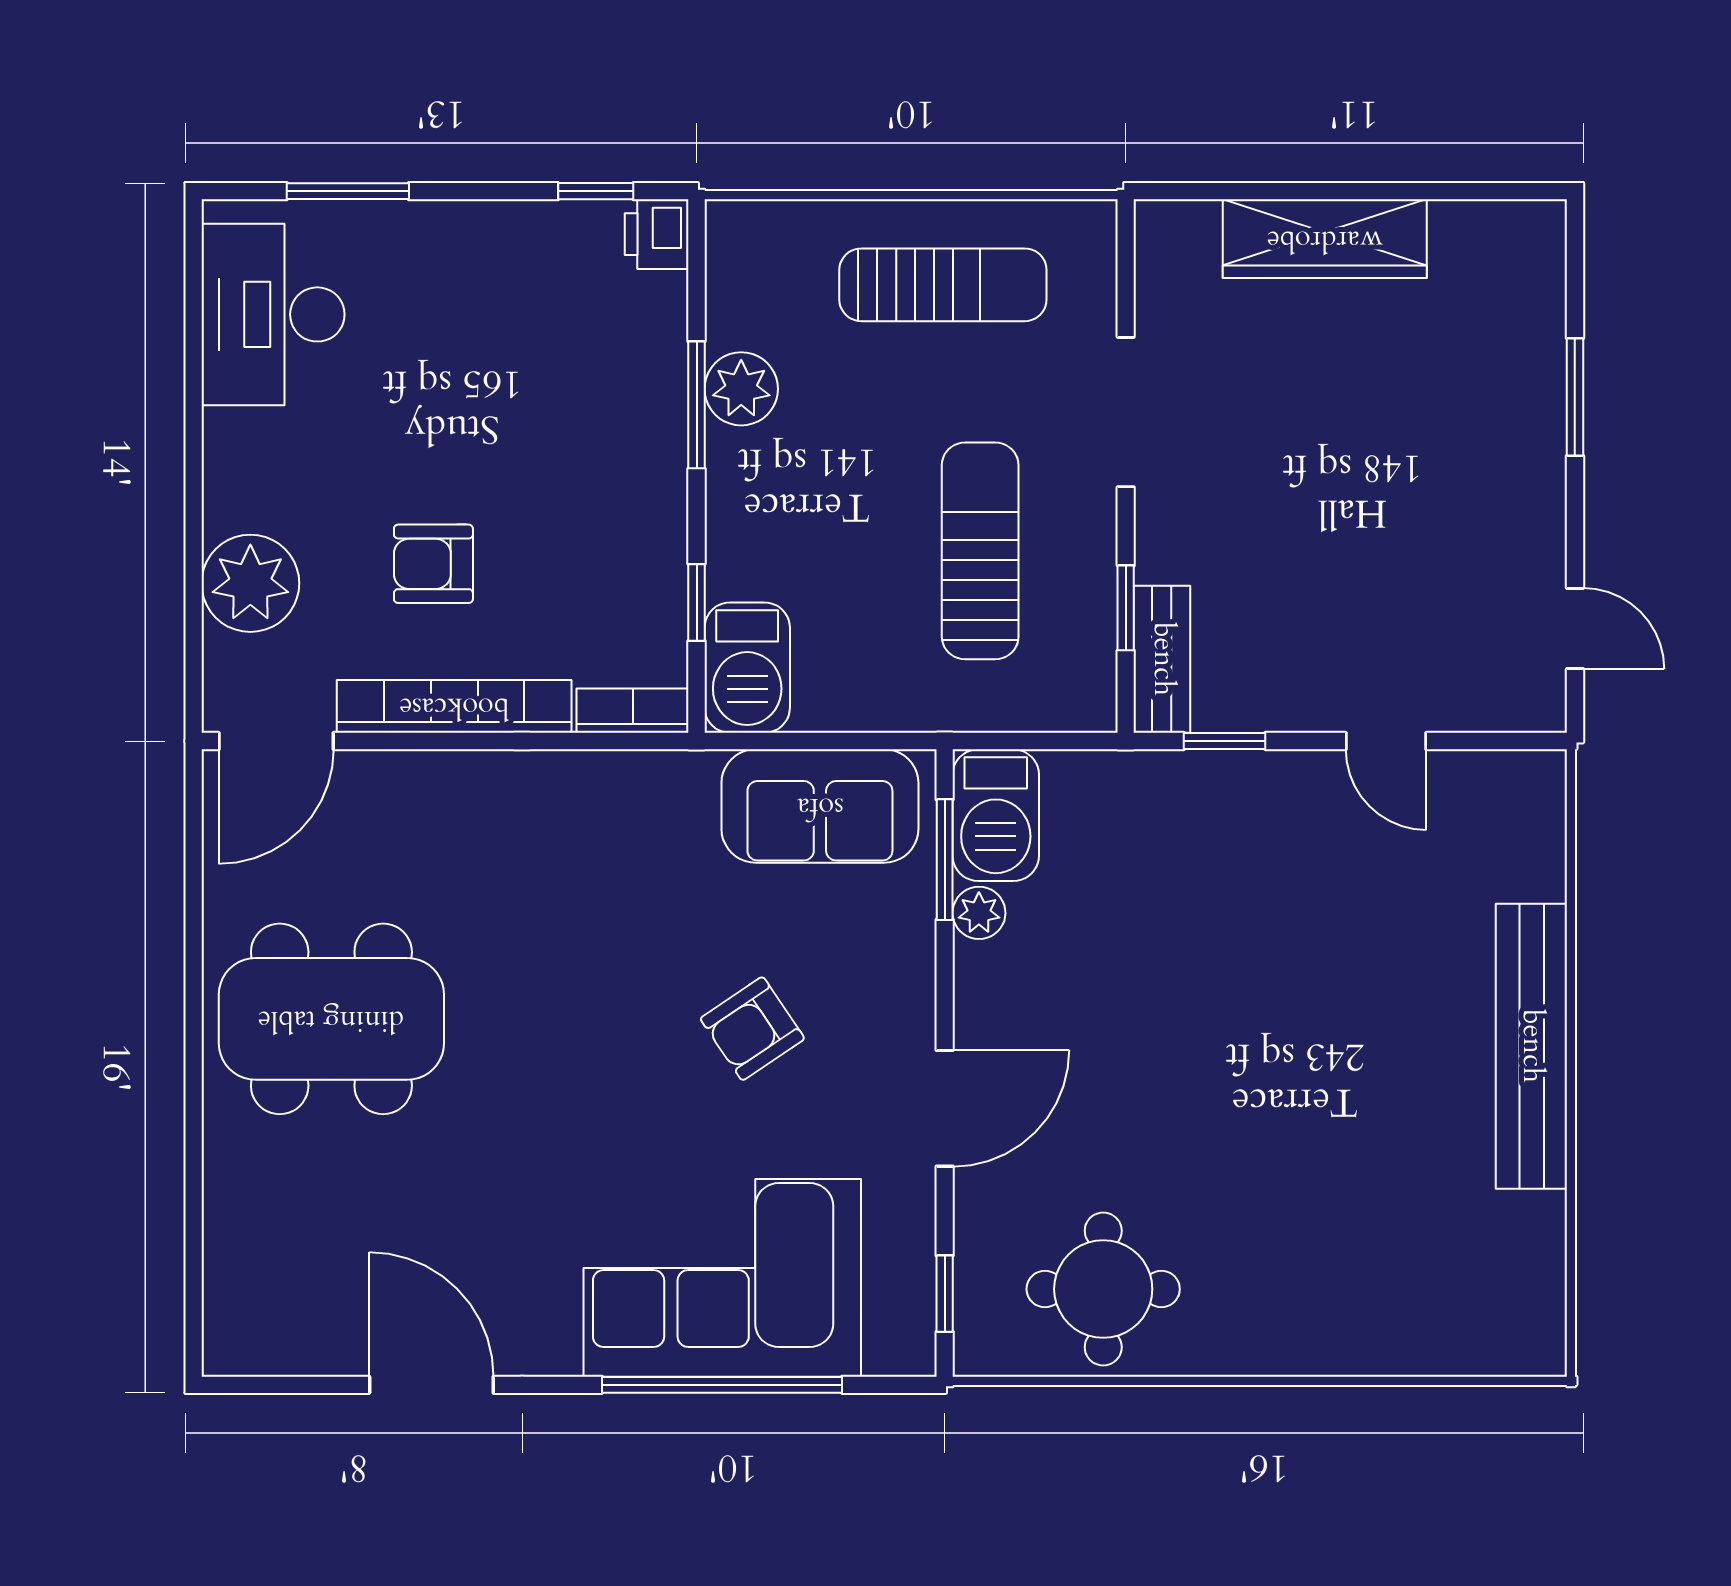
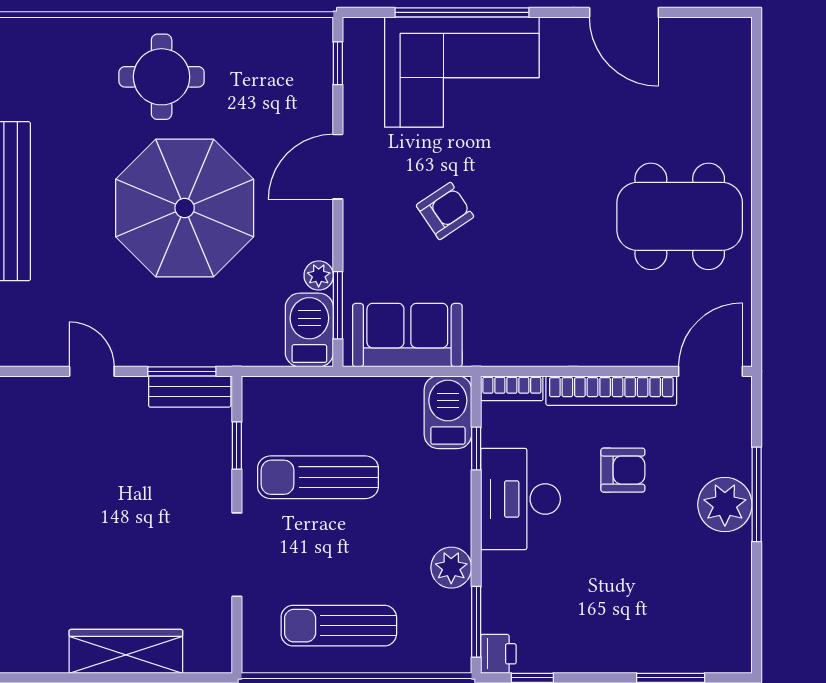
desk: (273, 314) -> (520, 499), moved, turned 180
window: (697, 405) -> (476, 622), moved
window: (194, 520) -> (757, 494), added
sun lounger: (980, 551) -> (318, 477), turned 90
plant: (250, 583) -> (725, 505), moved
bench: (1162, 659) -> (190, 391), moved, turned 90
window: (1225, 741) -> (182, 371), width x1.50
parasol: (1220, 1034) -> (185, 208), added
round table: (1103, 1289) -> (162, 77), moved

